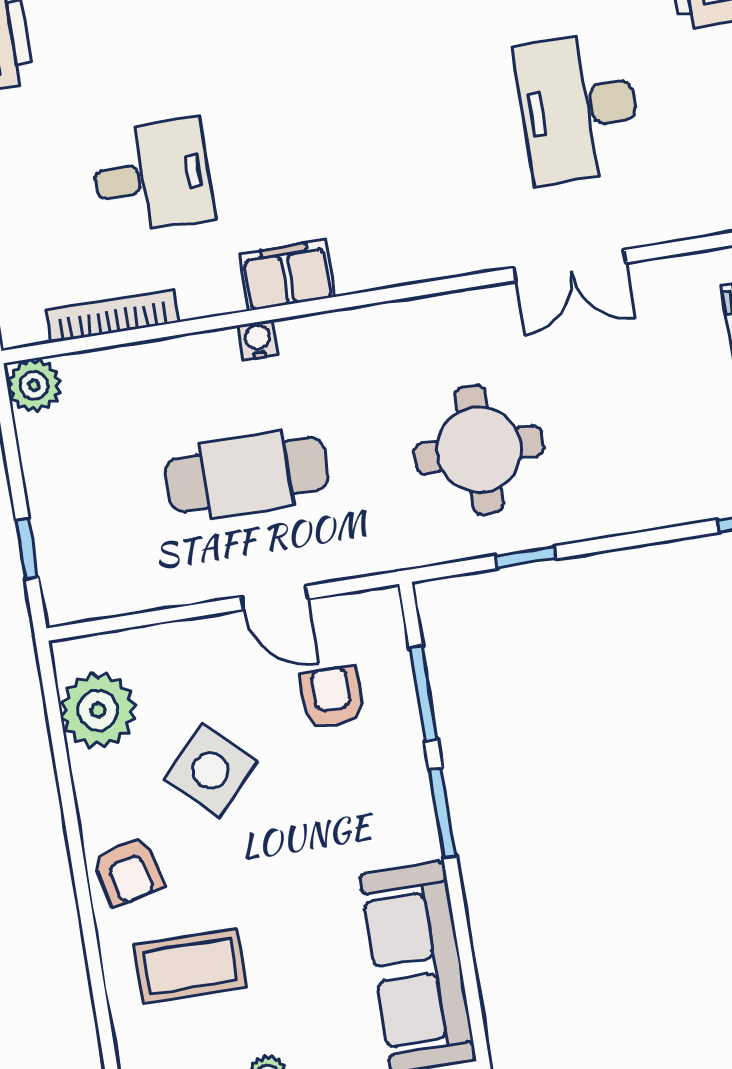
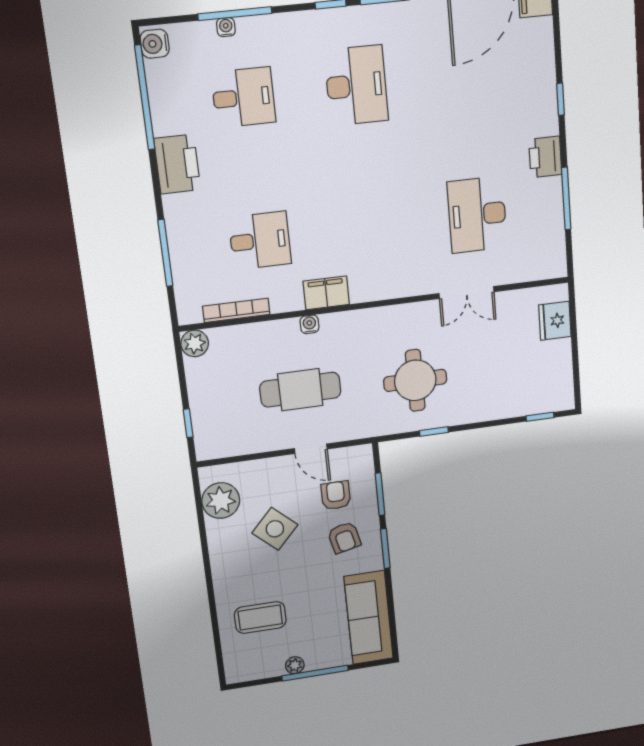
armchair: (128, 871) -> (344, 538), moved

